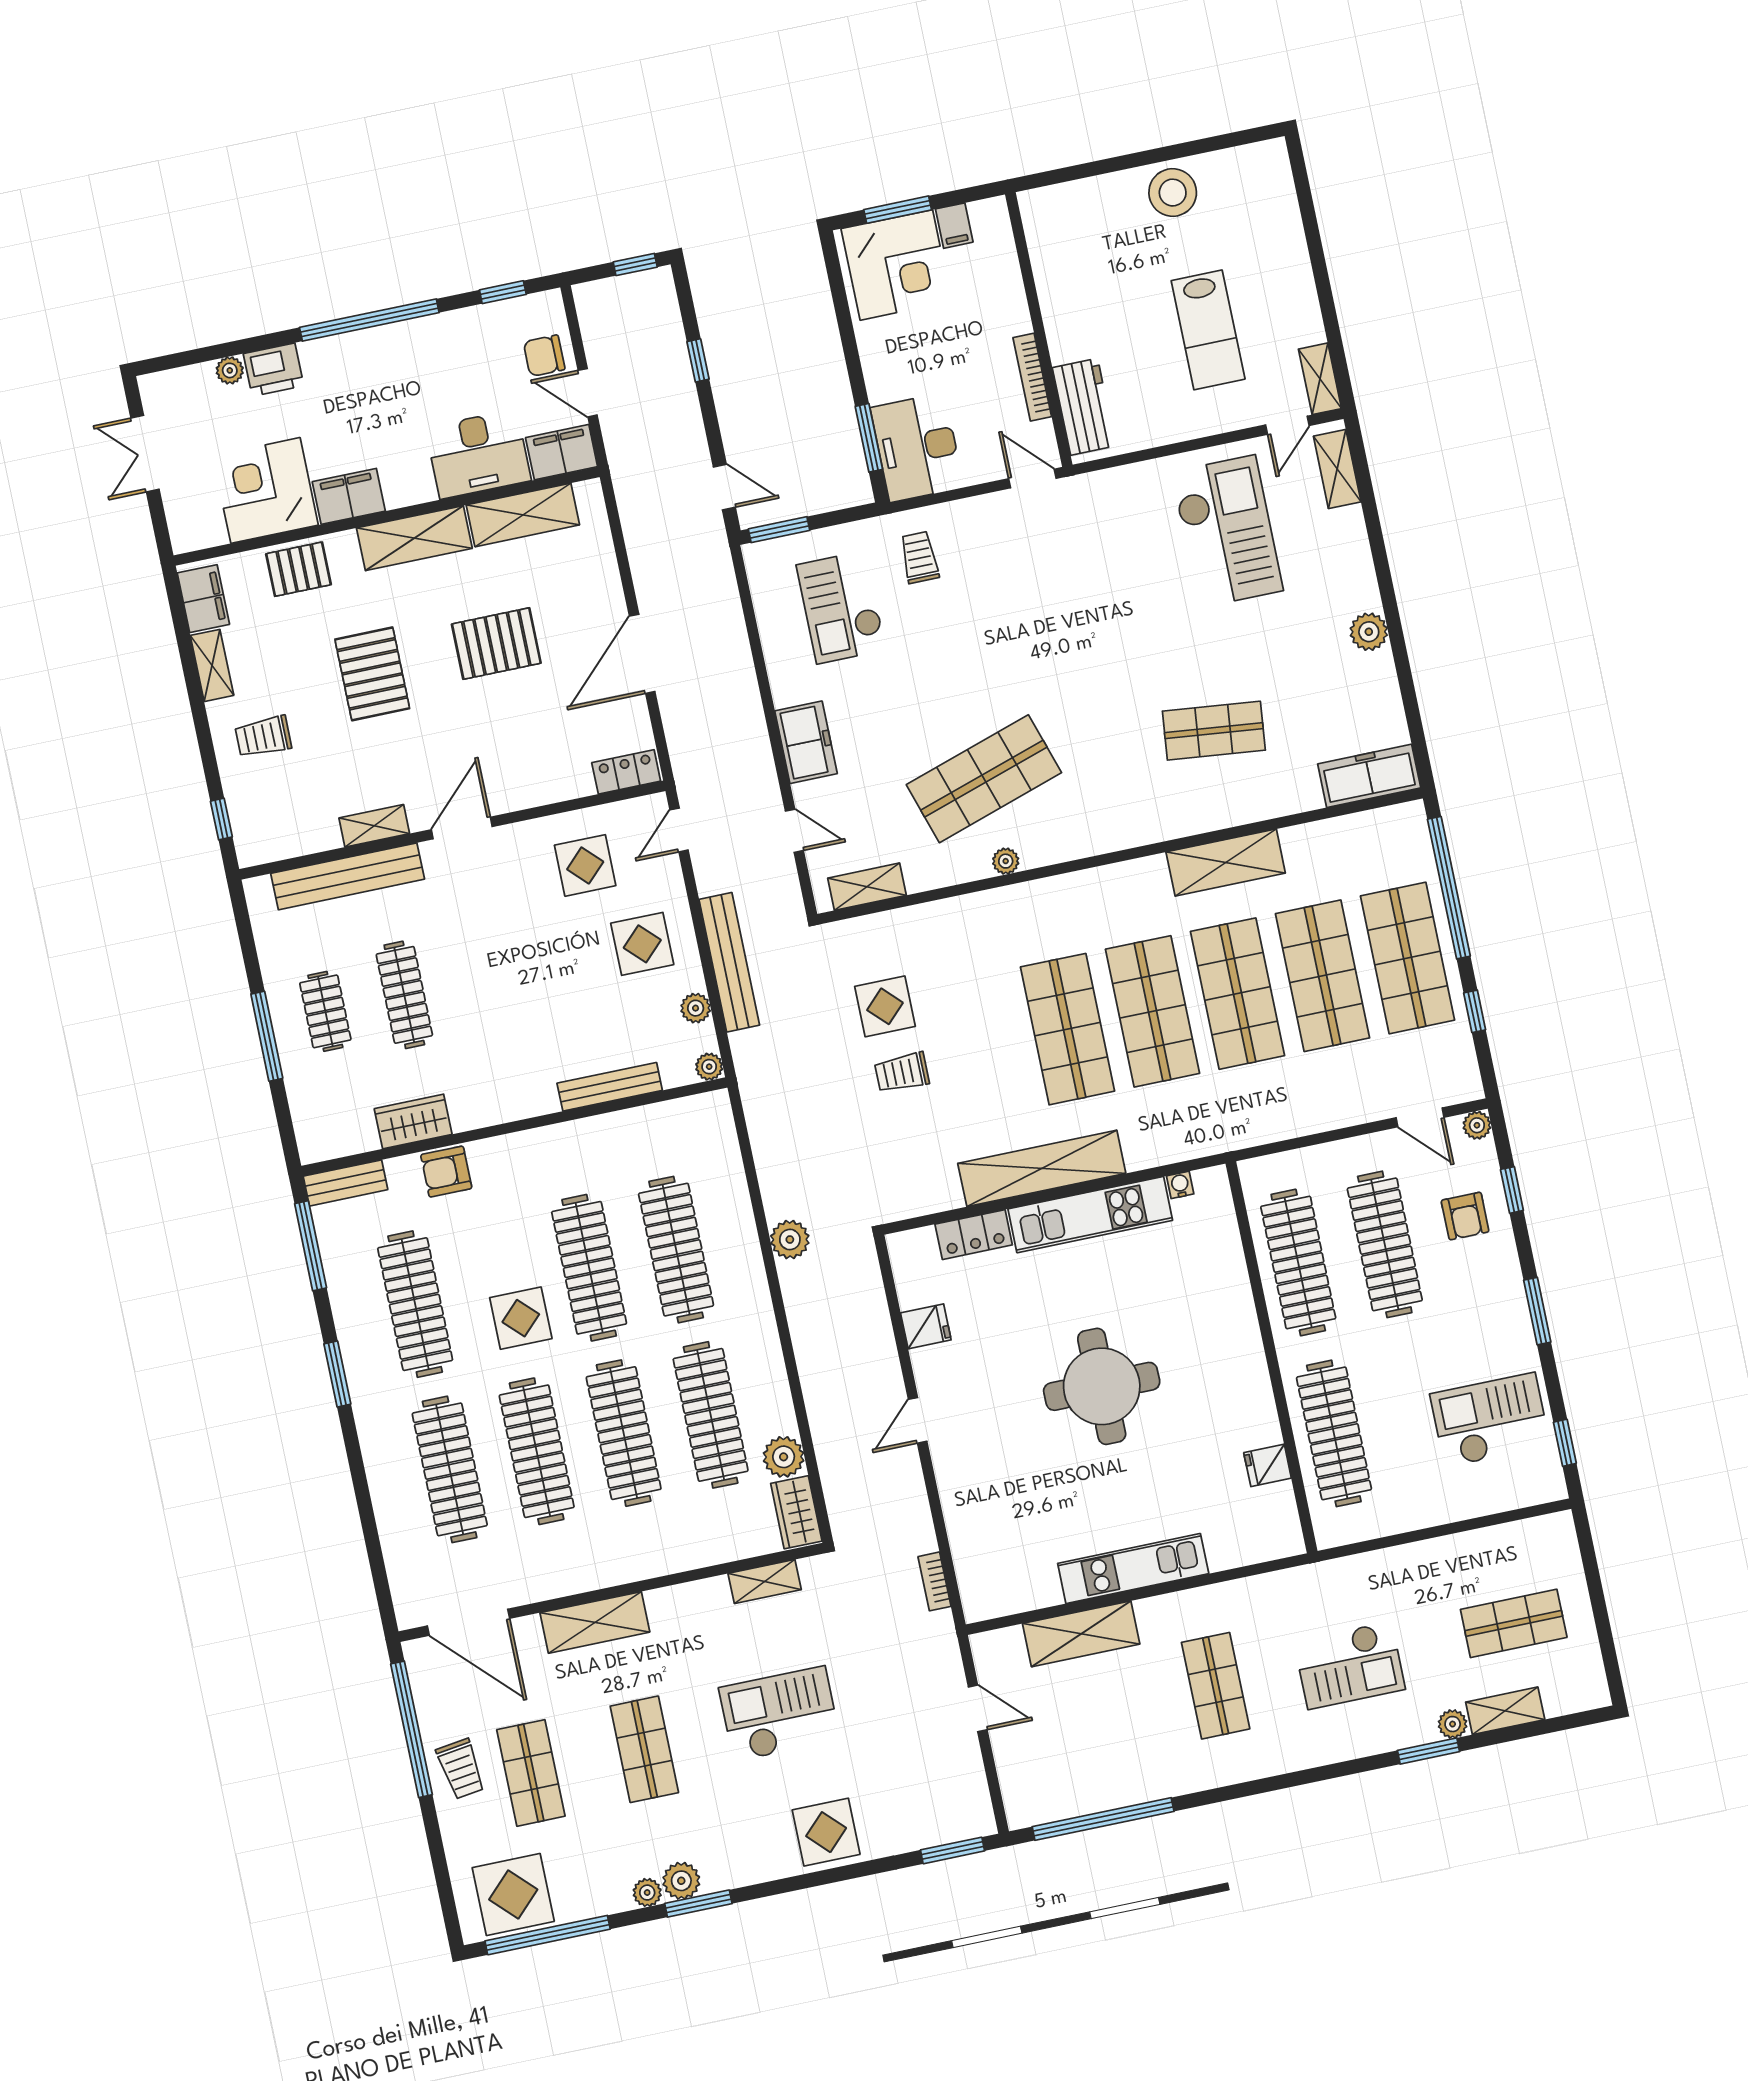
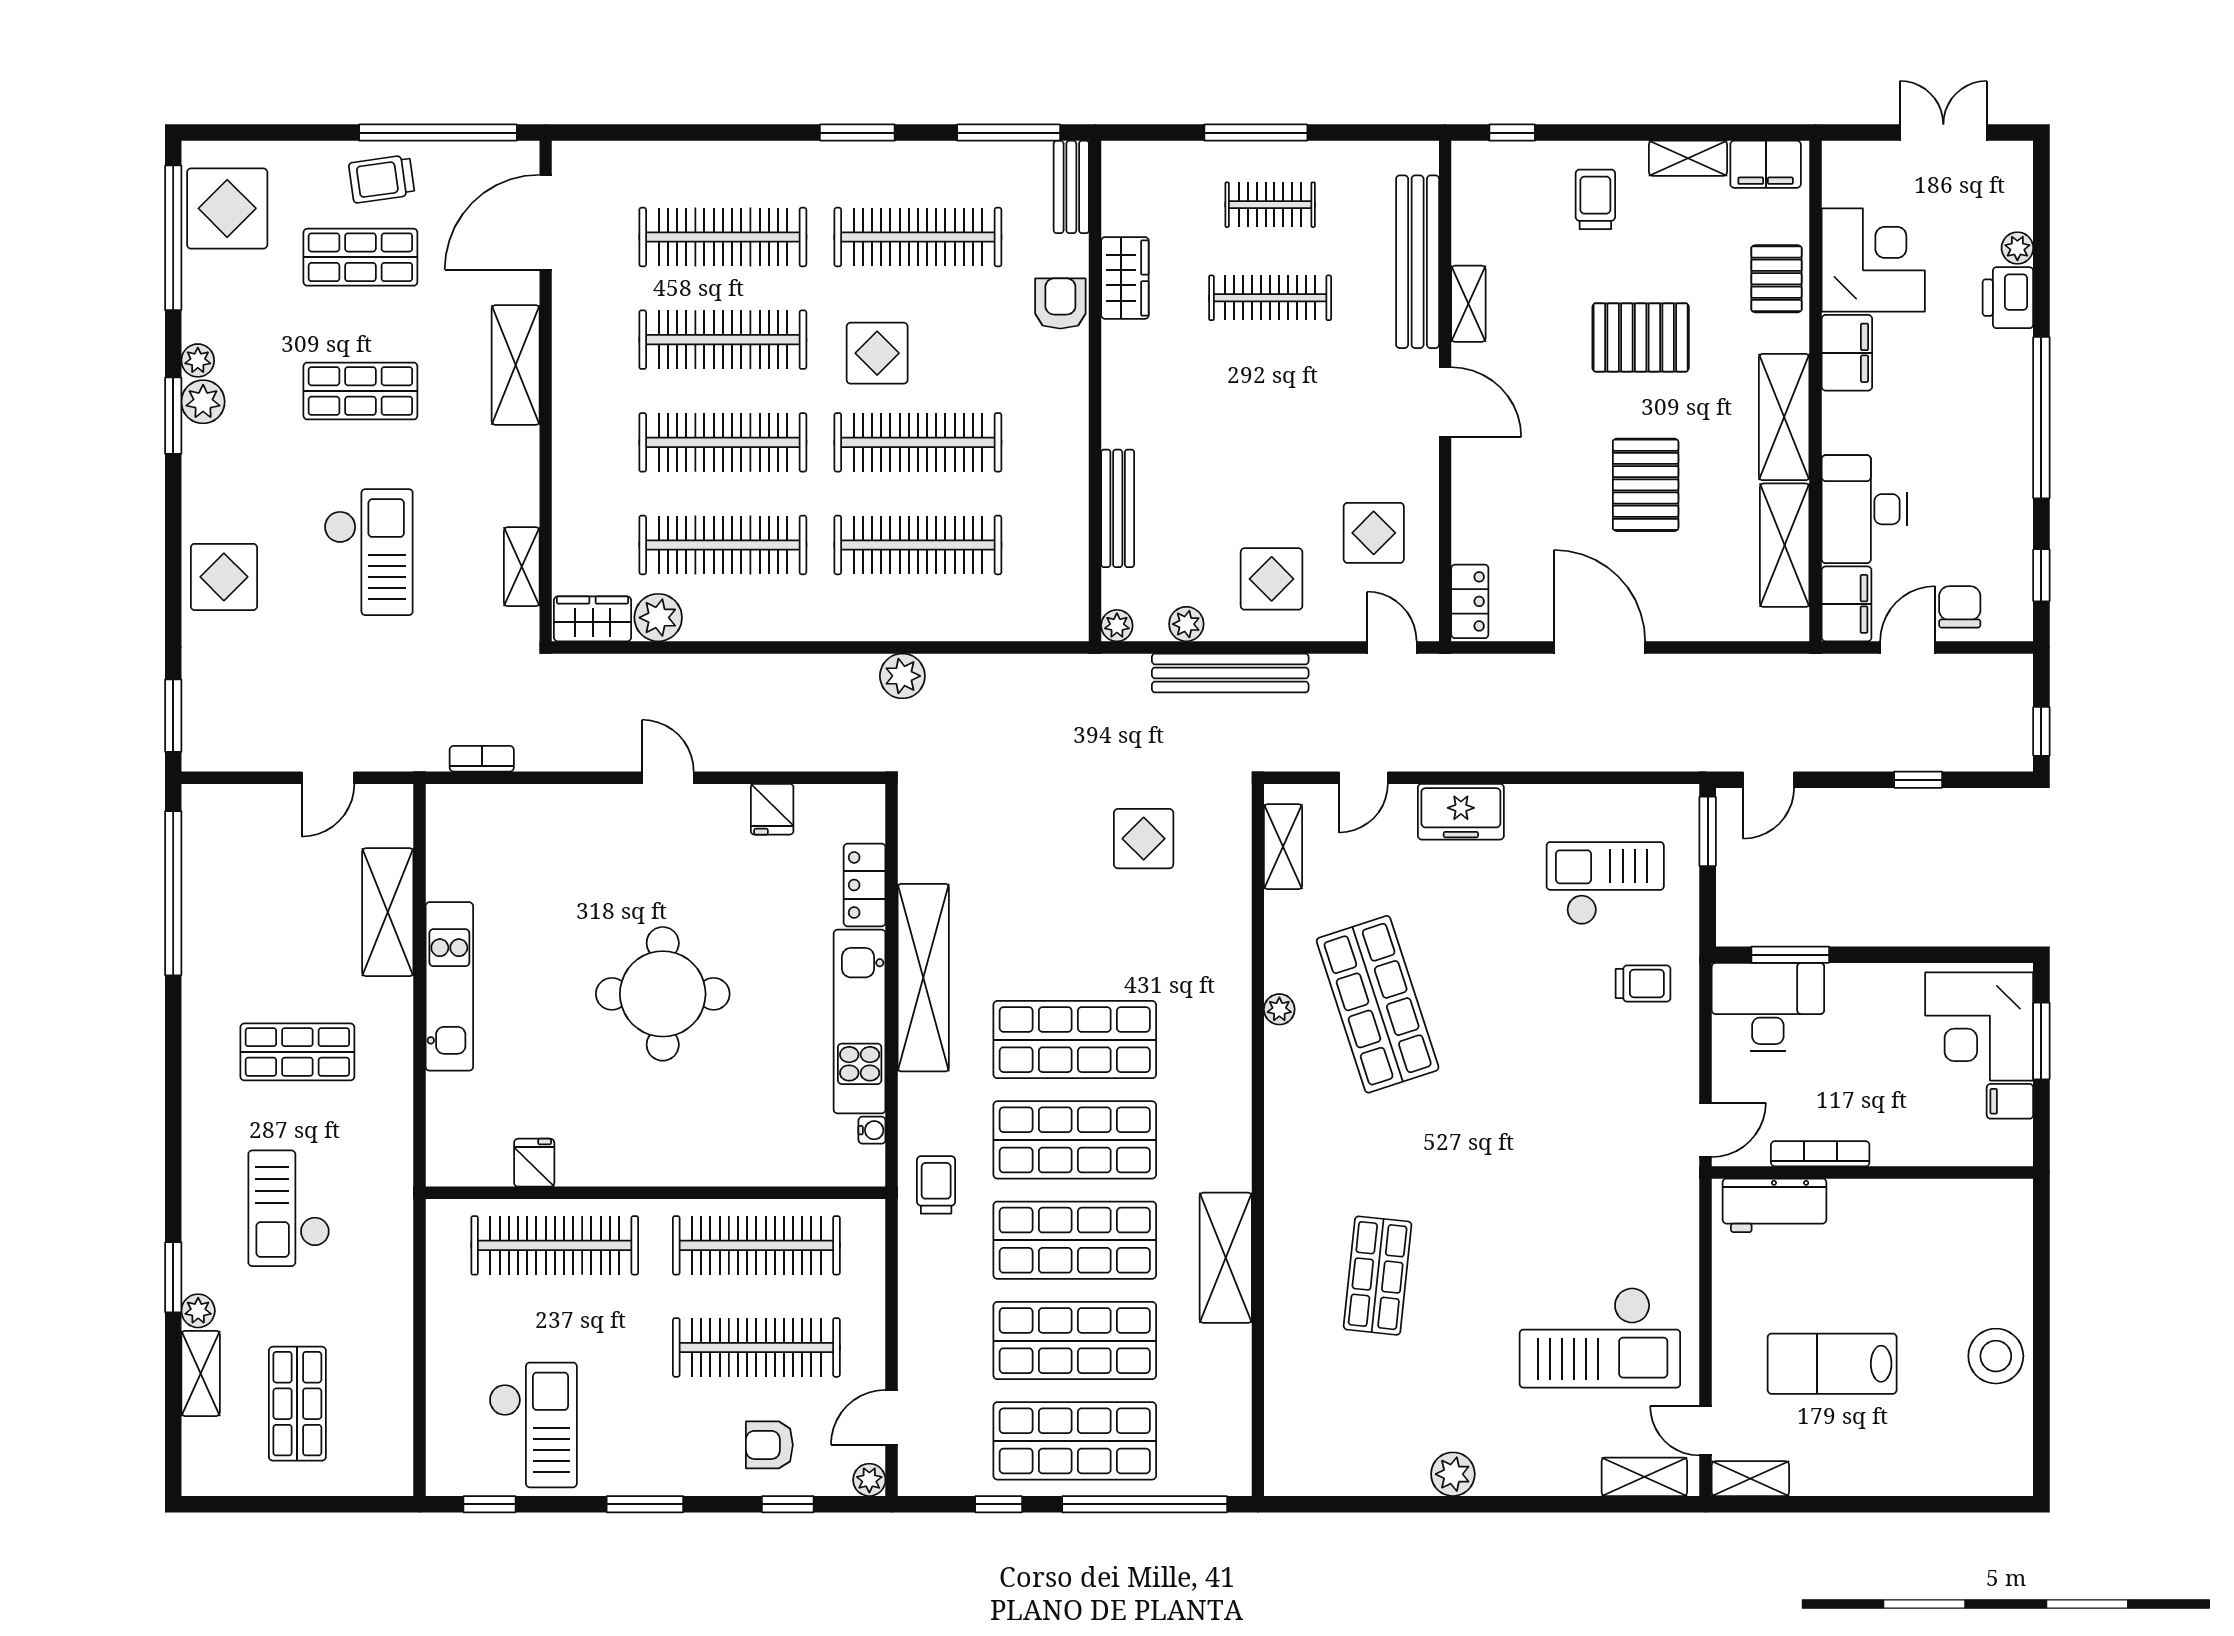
freezer: (1369, 776) -> (1290, 1440), removed
trolley: (902, 1072) -> (936, 1185), moved

